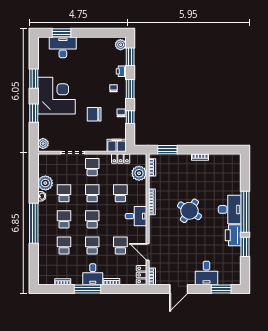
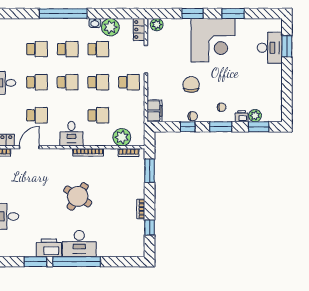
plant: (121, 45) -> (255, 116), moved
window: (216, 150) -> (150, 228), added
locker: (121, 159) -> (139, 30), moved

